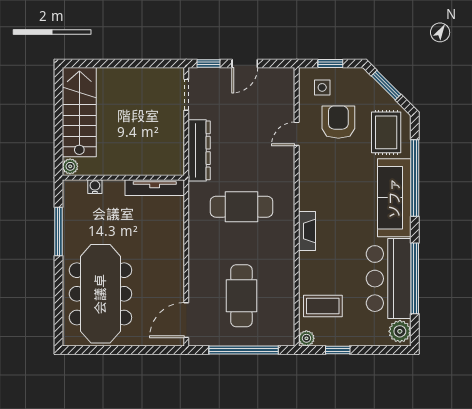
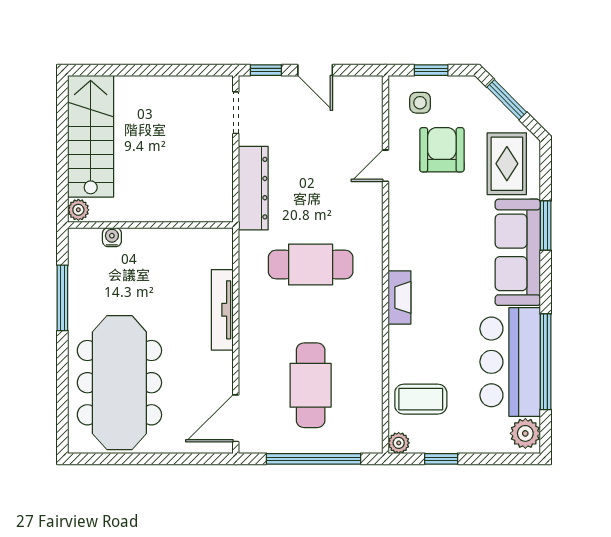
door: (245, 63) -> (315, 70), hinge flipped
window: (415, 178) -> (546, 226), width x0.47
tv unit: (155, 188) -> (222, 310), moved, turned 90

